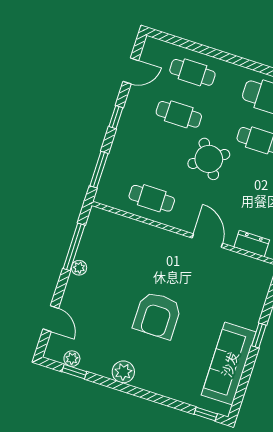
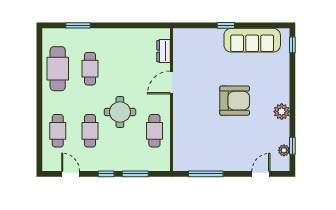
round table: (209, 159) -> (120, 112), moved, turned 34
window: (99, 170) -> (135, 174), moved
plant: (79, 268) -> (219, 166), removed

